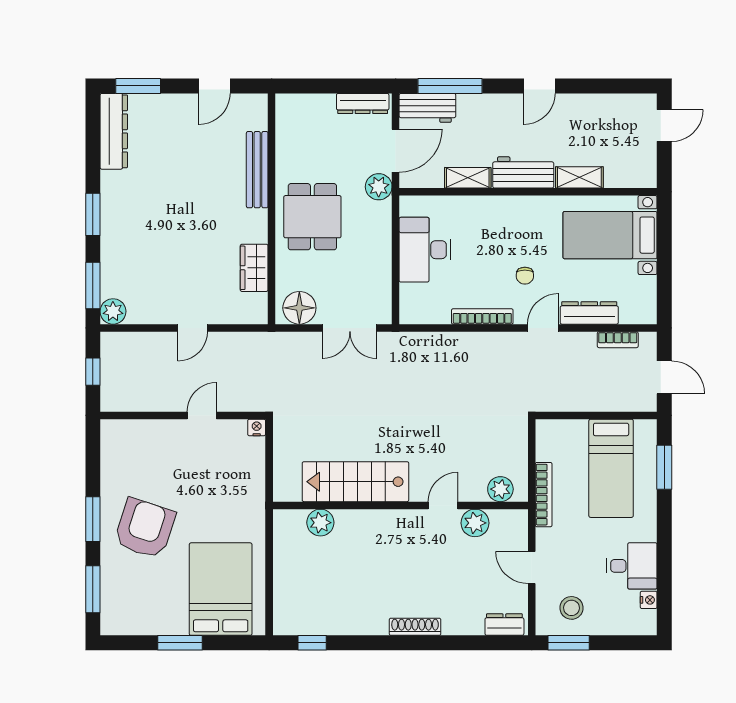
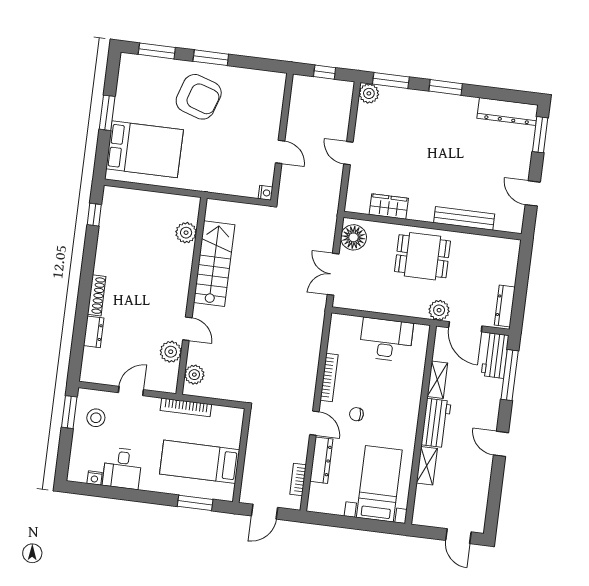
dresser: (504, 625) -> (94, 332), moved

